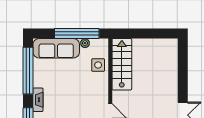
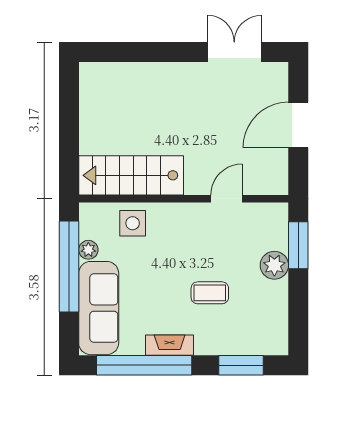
fireplace: (38, 100) -> (170, 345), moved
coffee table: (64, 103) -> (210, 293), added

